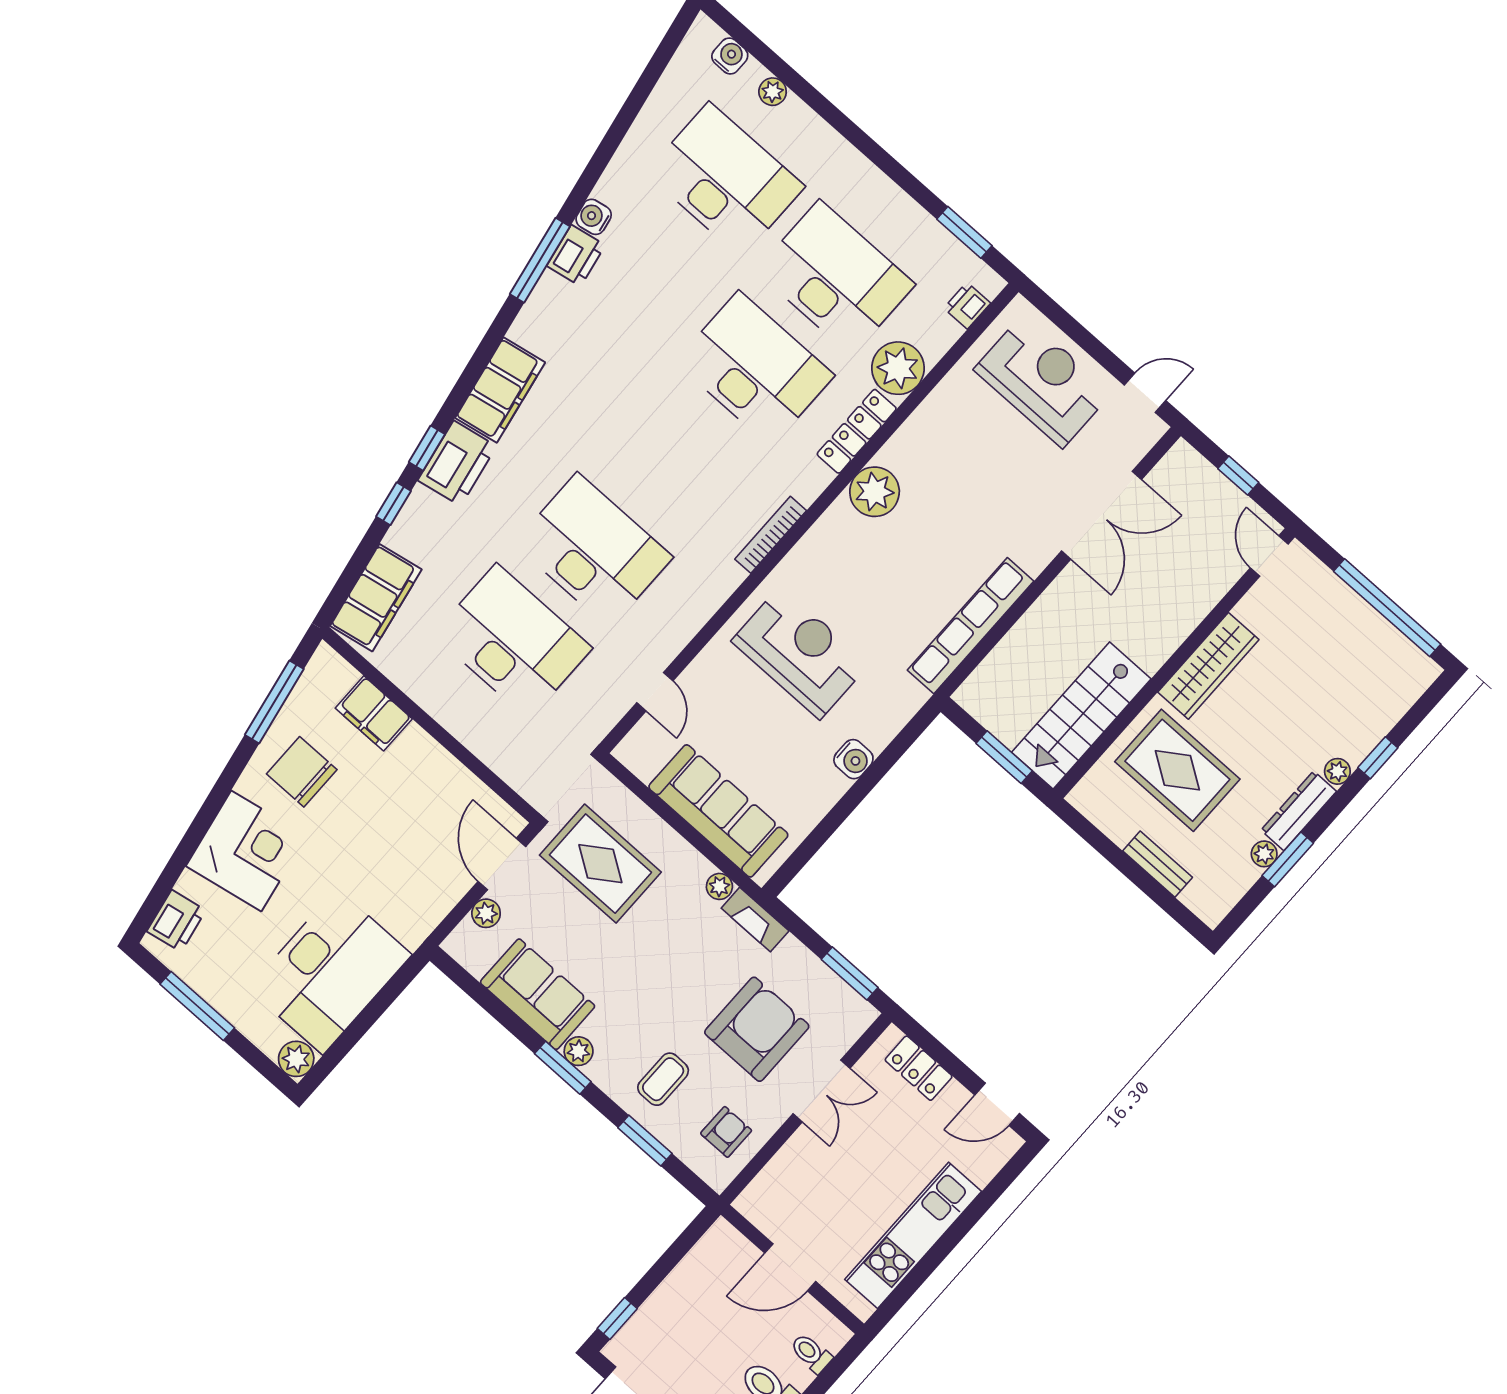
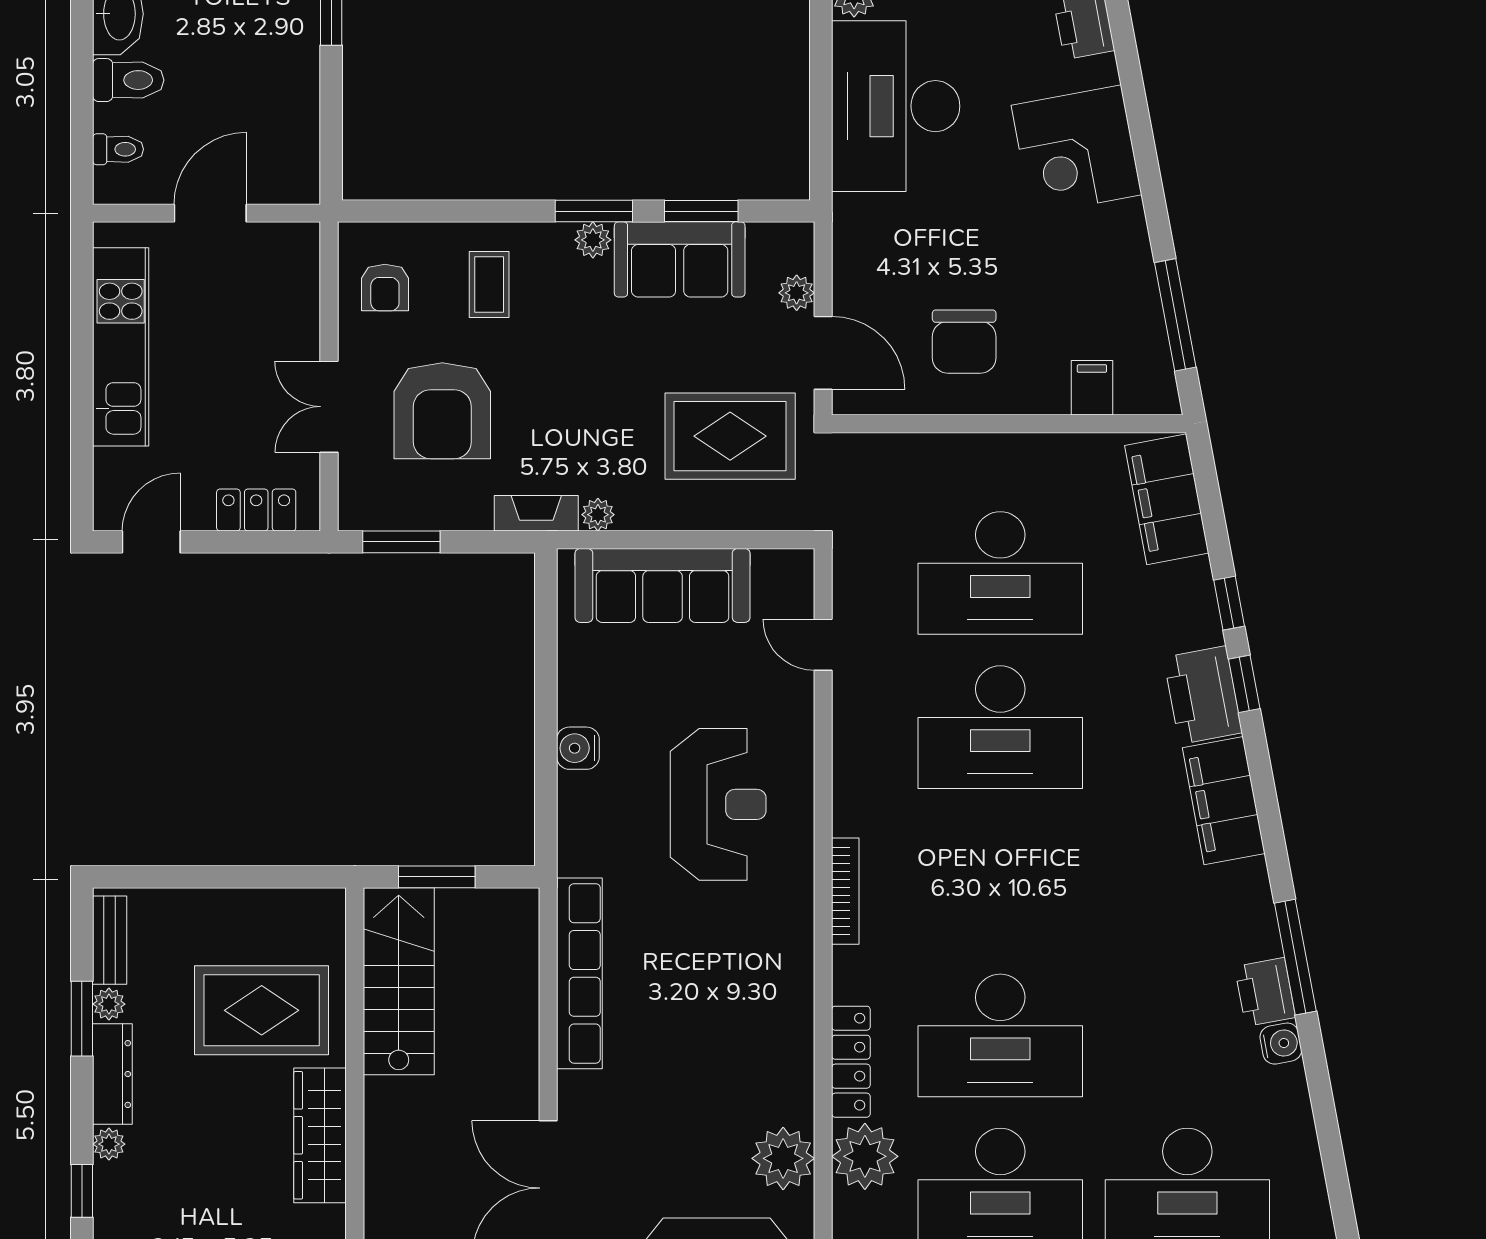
plant: (875, 492) -> (783, 1158), moved
reception desk: (800, 653) -> (718, 804), turned -90
filing cabinet: (374, 713) -> (1092, 388), width x0.50
chair: (302, 772) -> (964, 342), moved, turned 90
bench: (1158, 864) -> (110, 940), moved, turned 90
window: (645, 1141) -> (701, 211), moved

